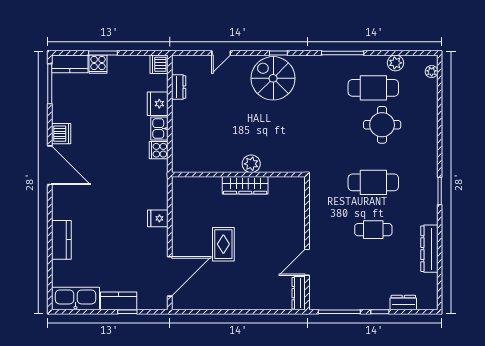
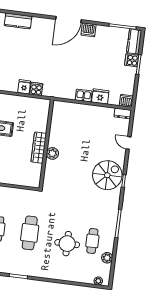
dresser: (179, 87) -> (123, 113), moved
cafe table: (373, 88) -> (92, 241), width x0.73, depth x0.74
cooker: (159, 150) -> (36, 89), moved

